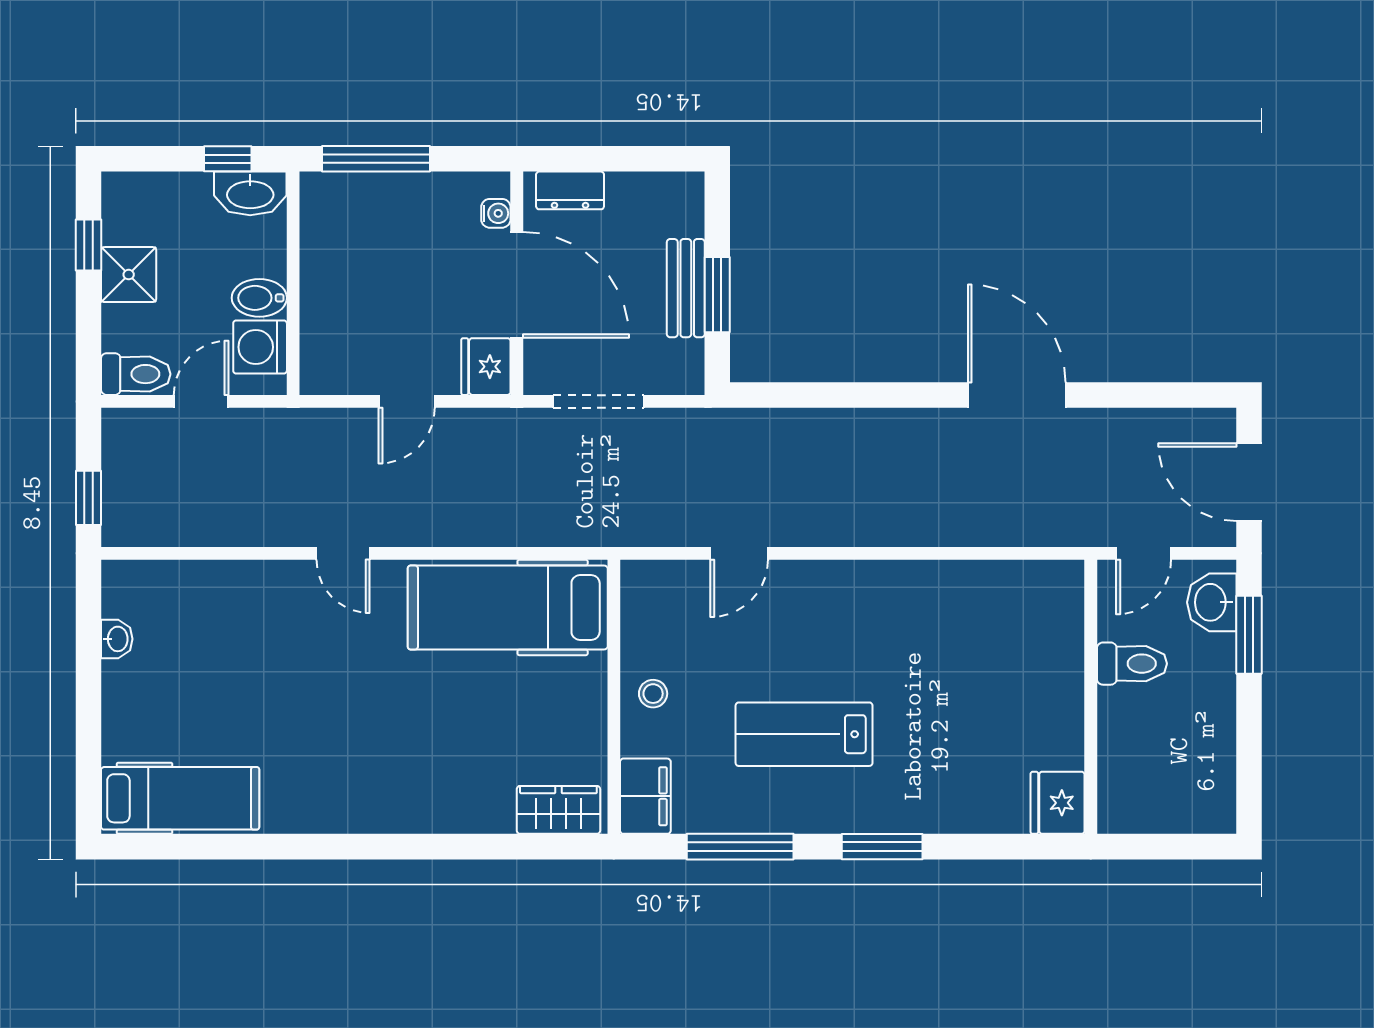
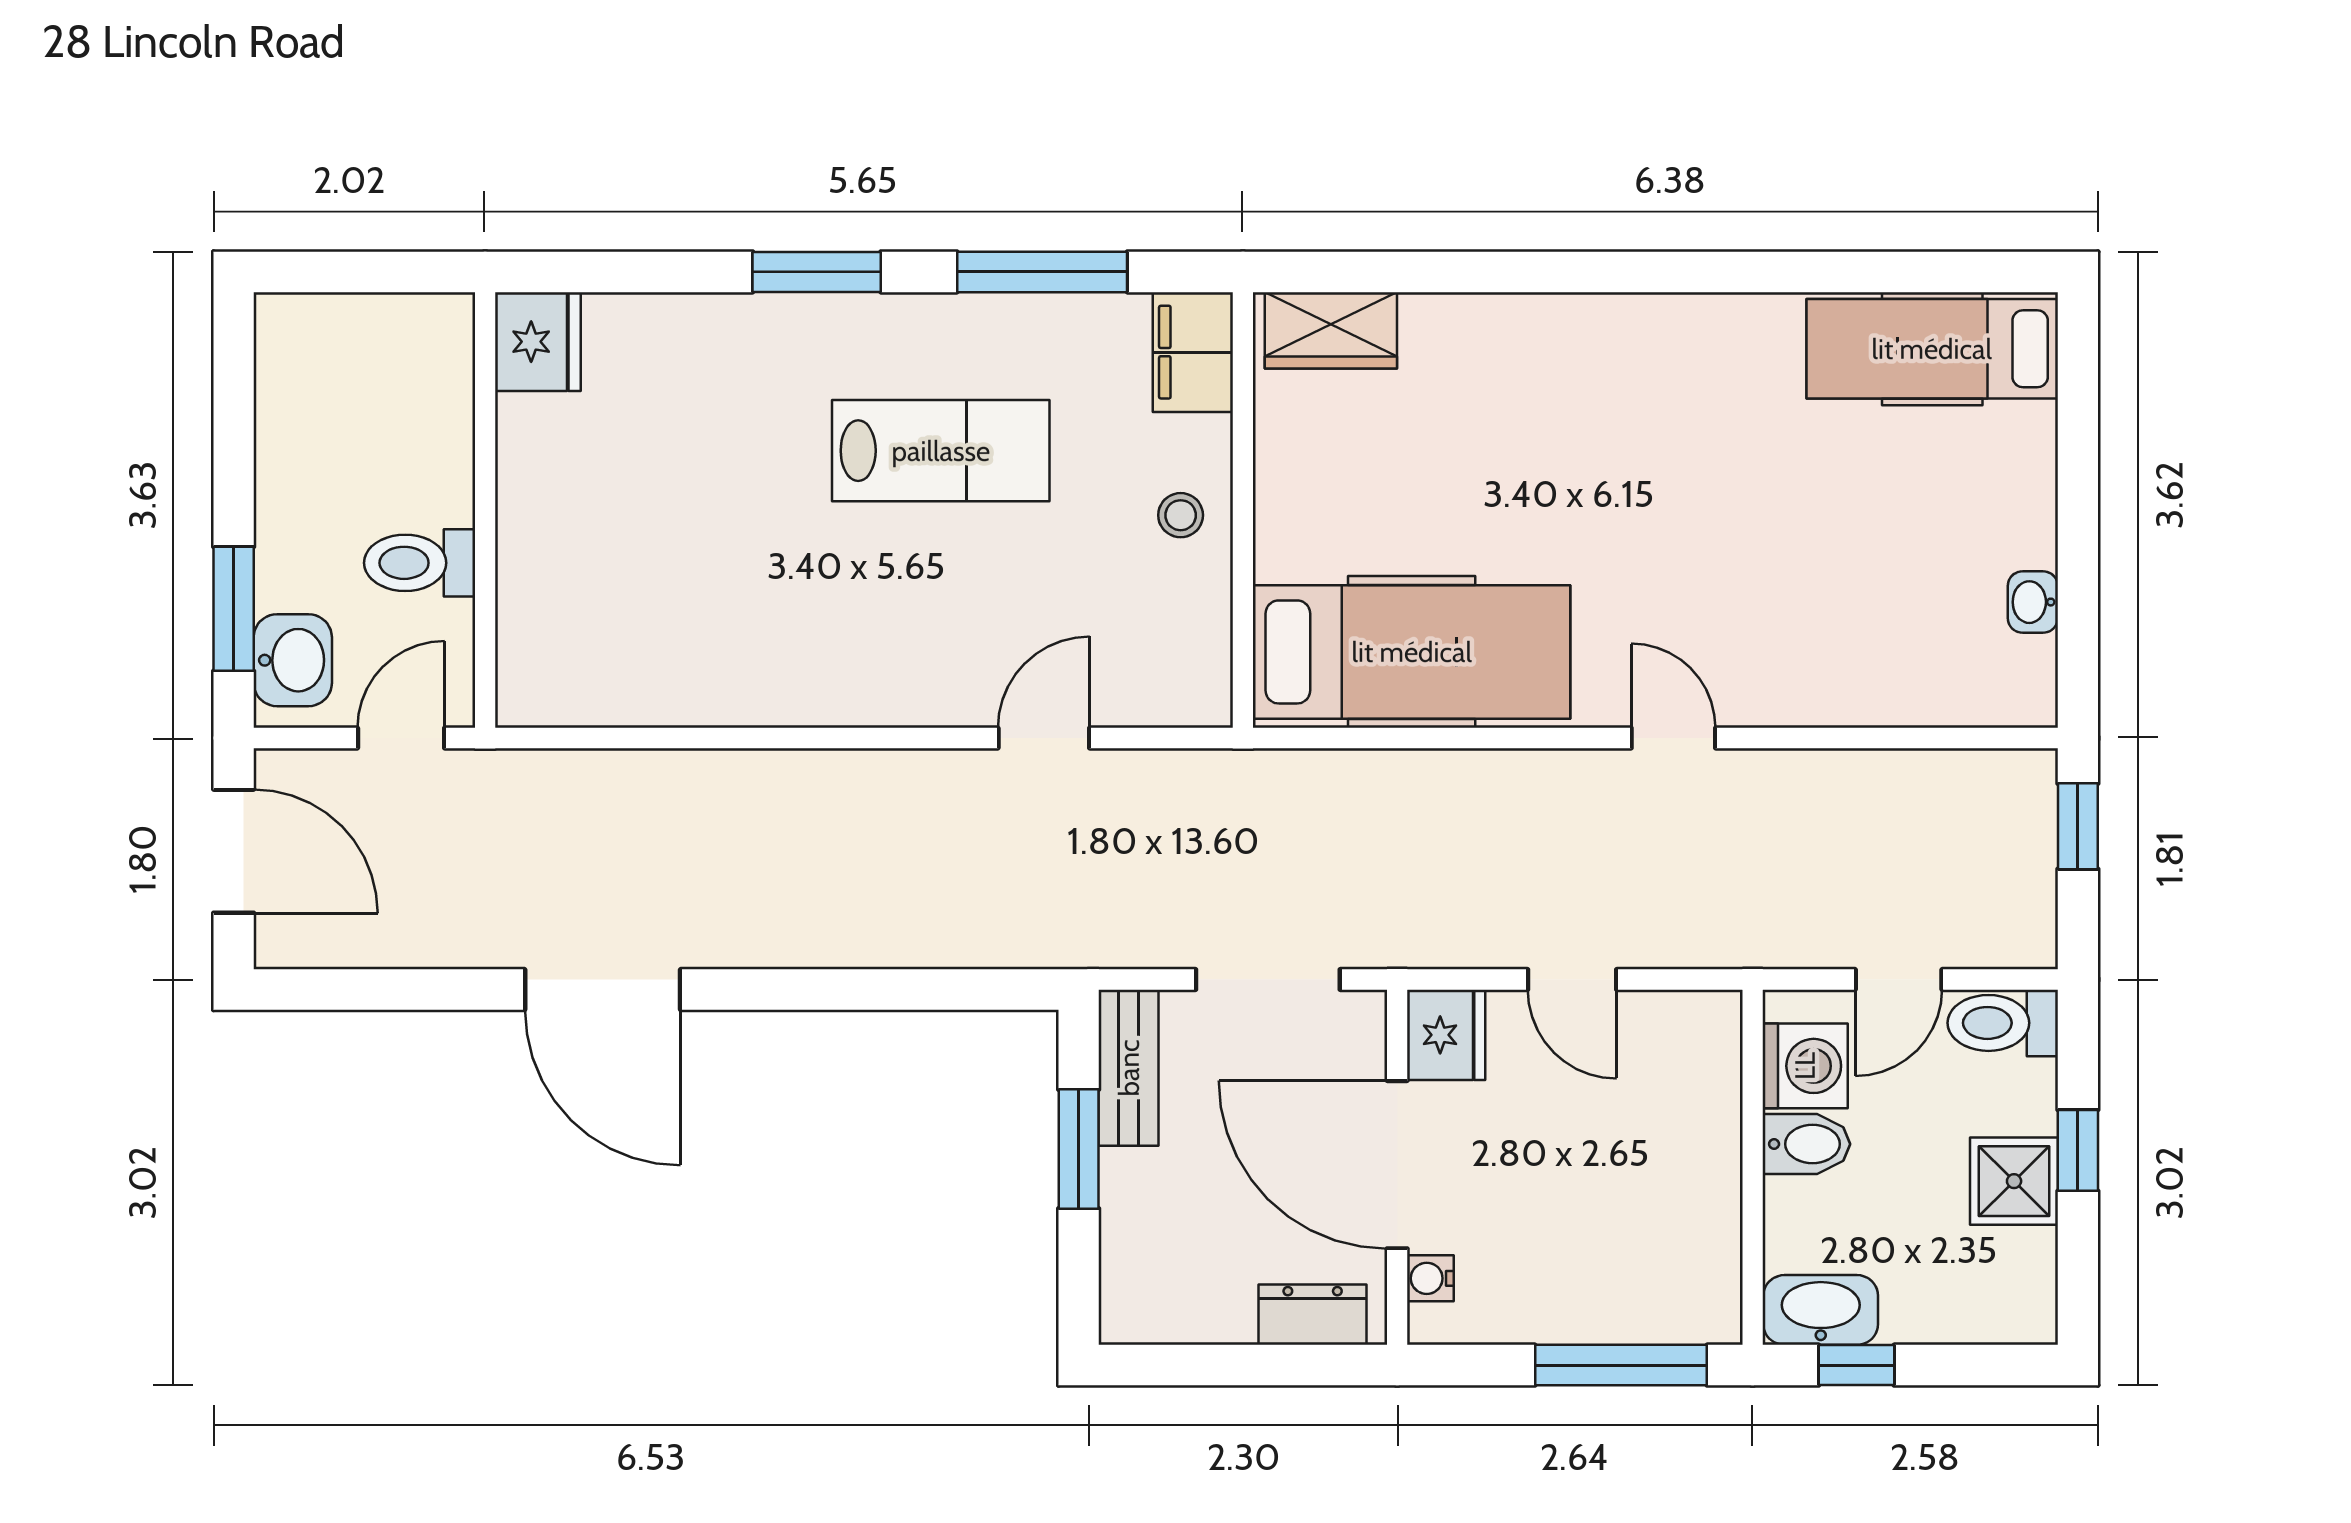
window: (88, 245) -> (2078, 1150), moved
bench: (686, 288) -> (1129, 1068), moved
door: (407, 401) -> (1572, 979), swing flipped

